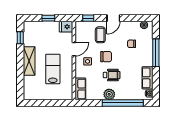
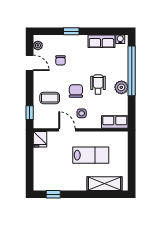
window: (48, 18) -> (30, 160), removed
door: (113, 18) -> (30, 63), moved
window: (156, 53) -> (71, 31), width x0.46
shelving: (29, 61) -> (105, 184), moved
lab bench: (53, 69) -> (91, 155), turned 180

